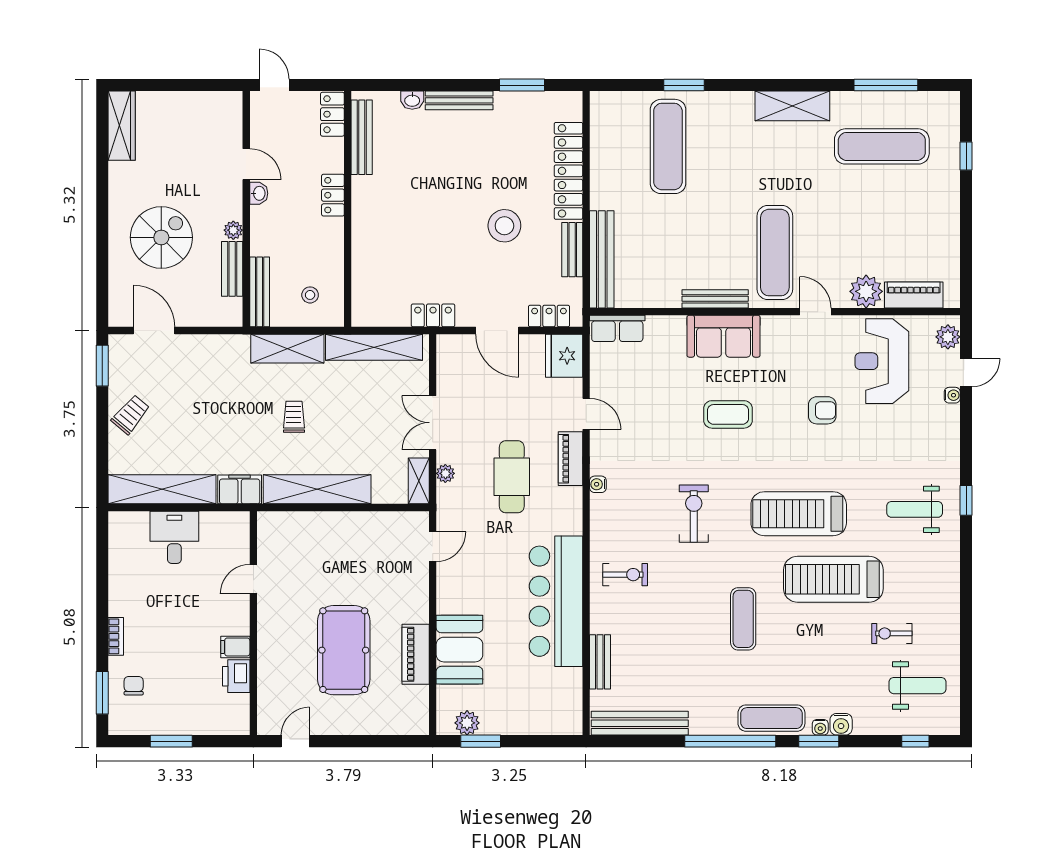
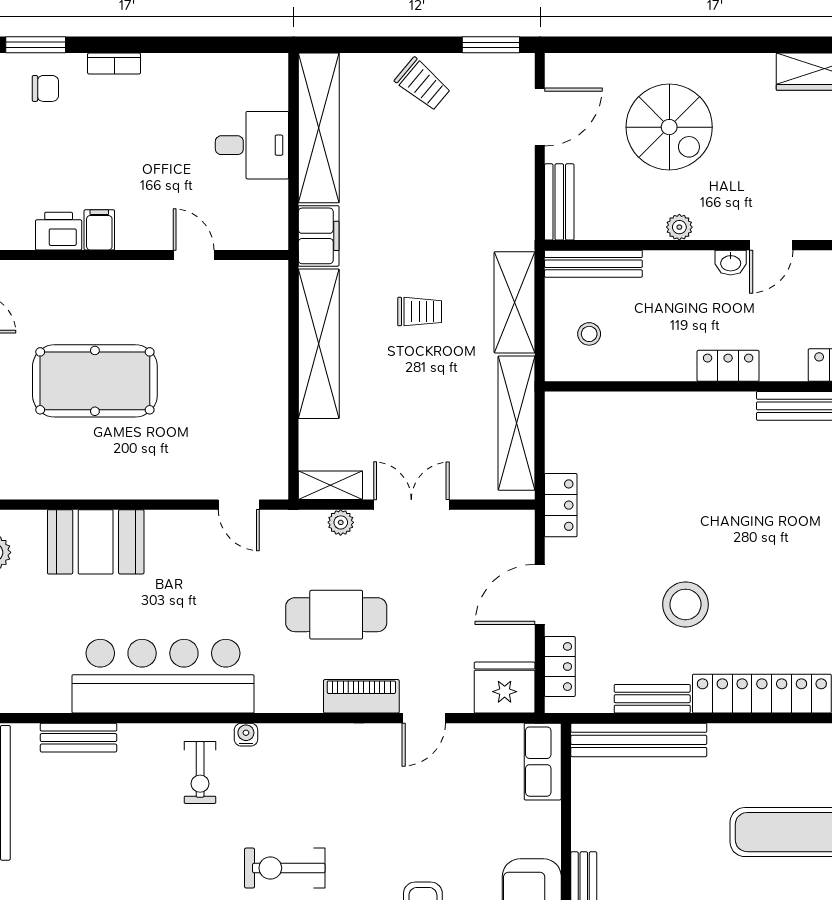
bench: (232, 269) -> (559, 202), moved, turned 90
water cooler: (598, 484) -> (246, 735), moved
exercise bike: (694, 514) -> (285, 868), turned 180
piano: (416, 654) -> (89, 481), removed

